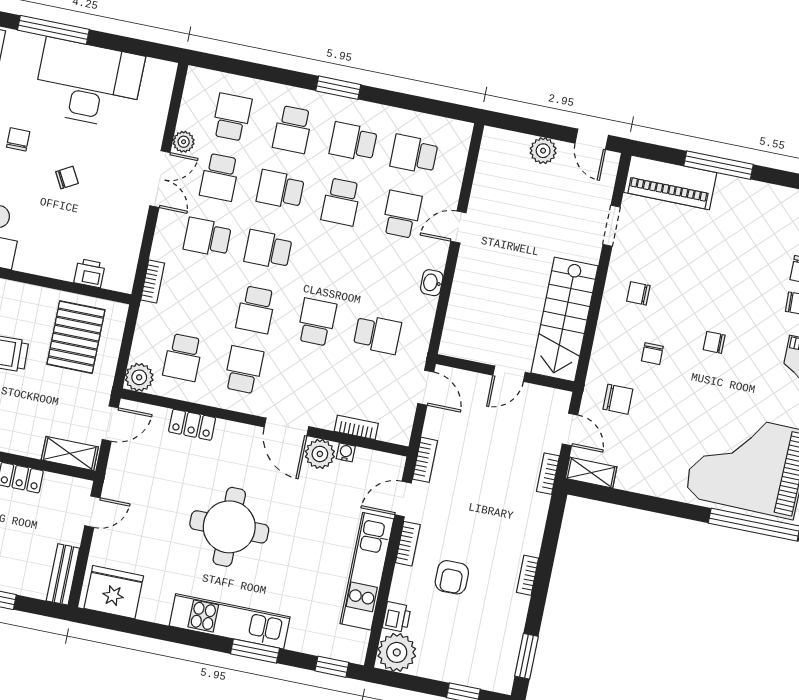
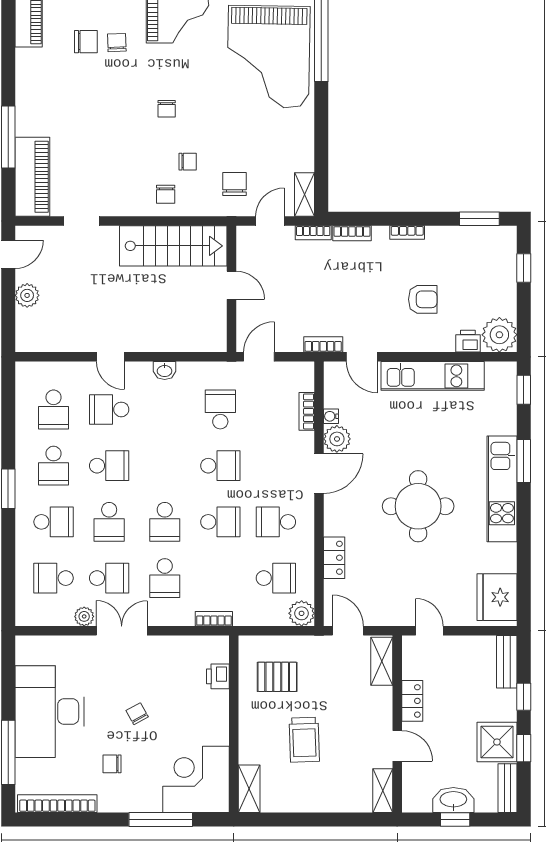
chair: (638, 293) -> (166, 194), moved
school desk: (317, 322) -> (220, 466), turned 180
pallet: (76, 337) -> (277, 677), width x0.67, depth x0.71
bookcase: (408, 544) -> (352, 233), moved, turned 180
bench: (63, 574) -> (507, 662), moved, turned 90

